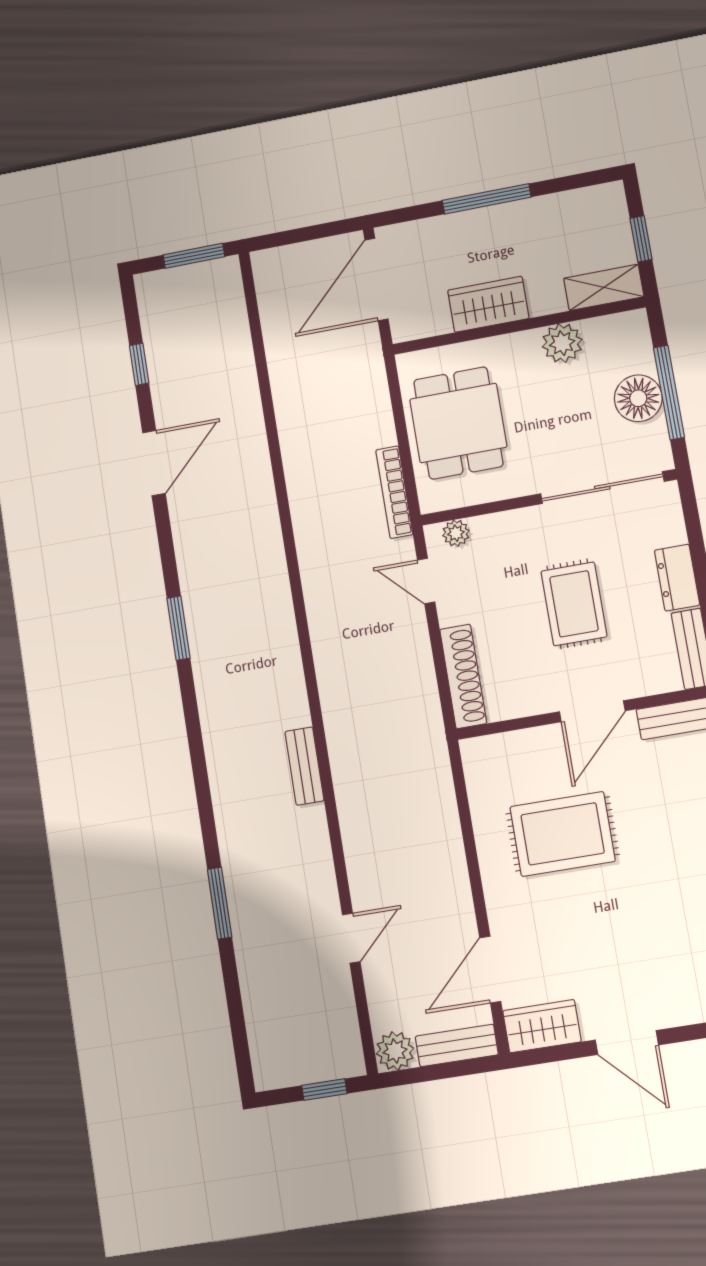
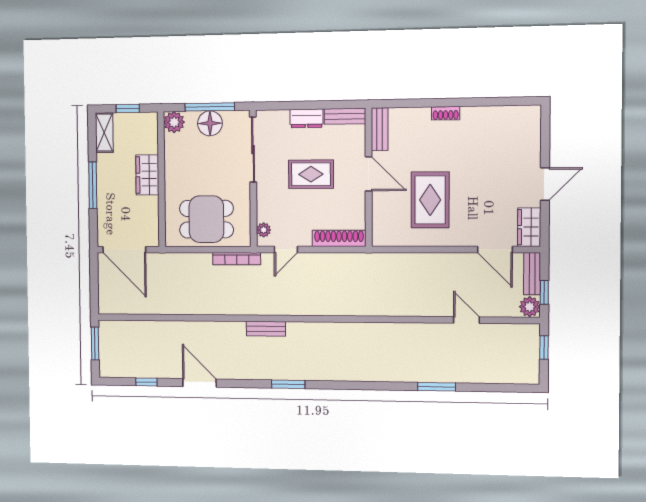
shelving: (604, 287) -> (104, 133), moved
wardrobe: (488, 304) -> (147, 175), moved
plant: (562, 343) -> (174, 122), moved
bench: (304, 766) -> (266, 329), moved
window: (426, 1074) -> (544, 292), added

